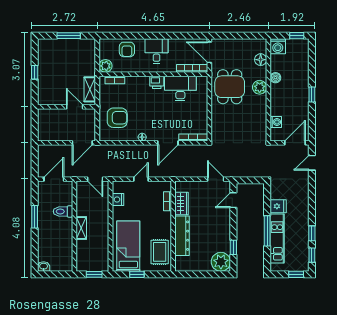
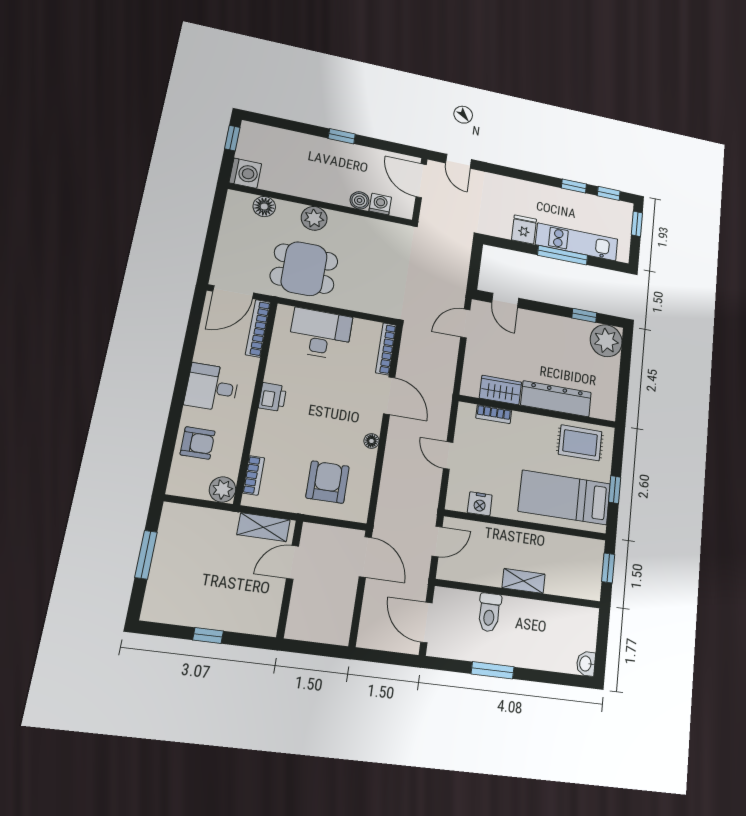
boiler: (275, 78) -> (360, 200), moved
desk: (180, 88) -> (320, 334), moved, turned 90

